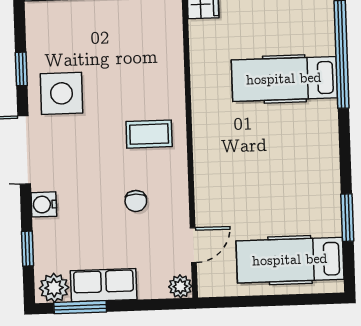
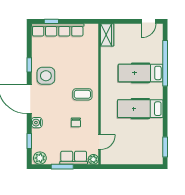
window: (347, 218) -> (165, 147), moved
hospital bed: (290, 260) -> (140, 109), moved
row of seats: (104, 285) -> (74, 158), moved
window: (80, 307) -> (62, 167), moved

